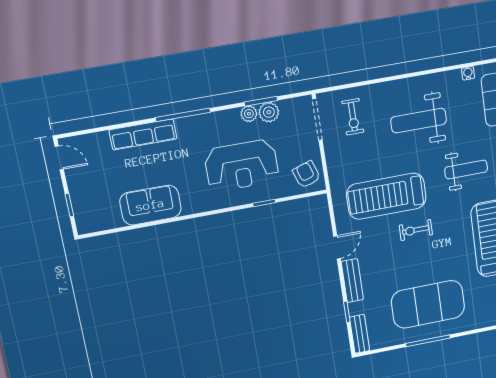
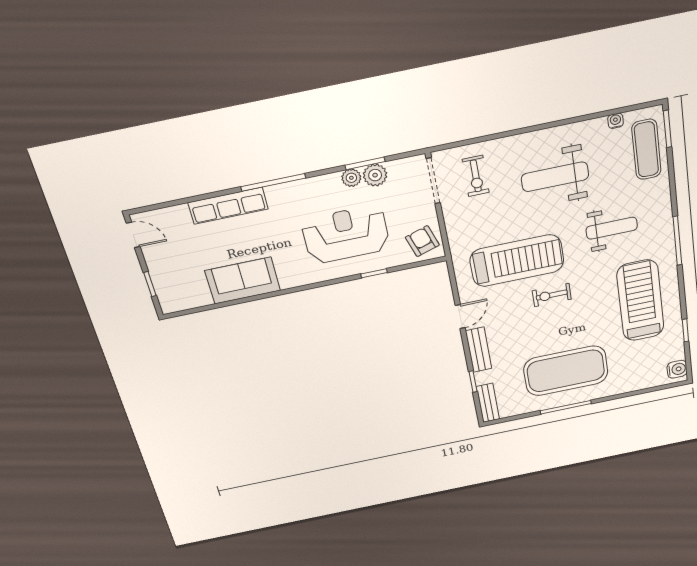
reception desk: (242, 165) -> (346, 234), turned 180
treadmill: (386, 196) -> (517, 261), turned 180

